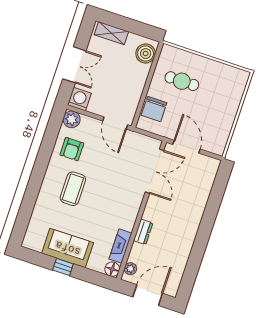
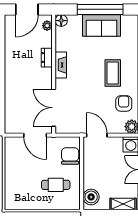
fireplace: (120, 246) -> (61, 65), moved
window: (63, 267) -> (100, 9), width x3.17

